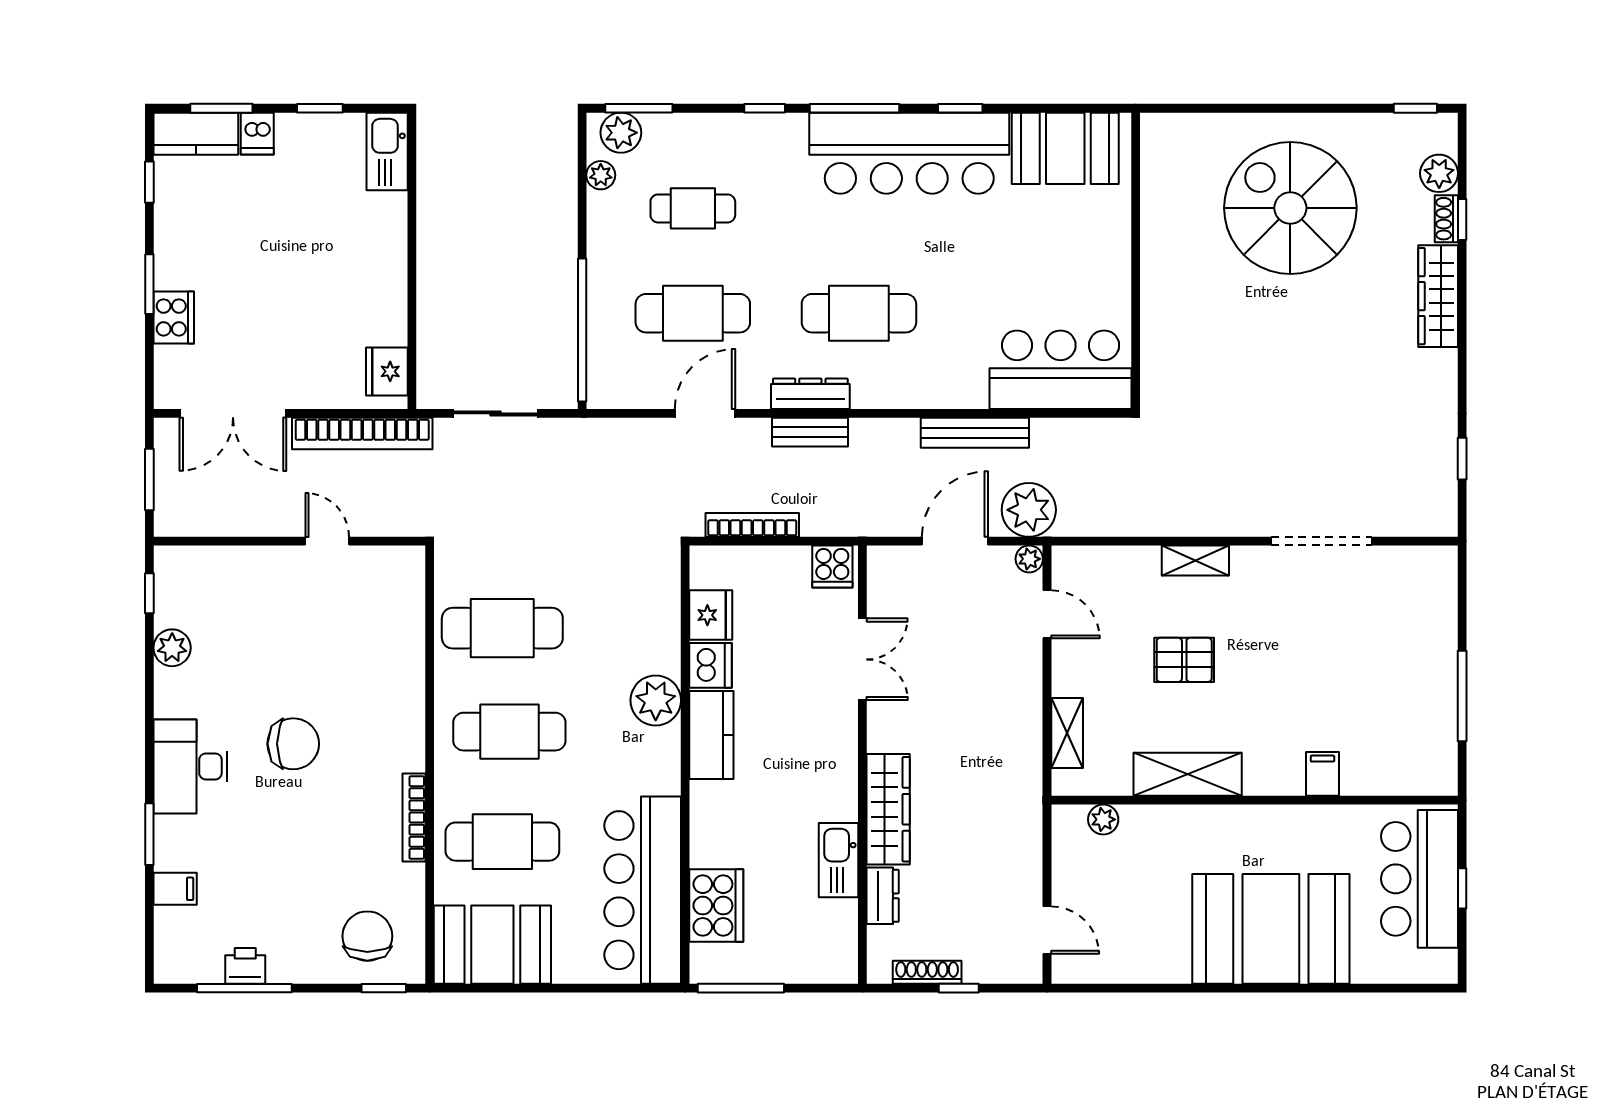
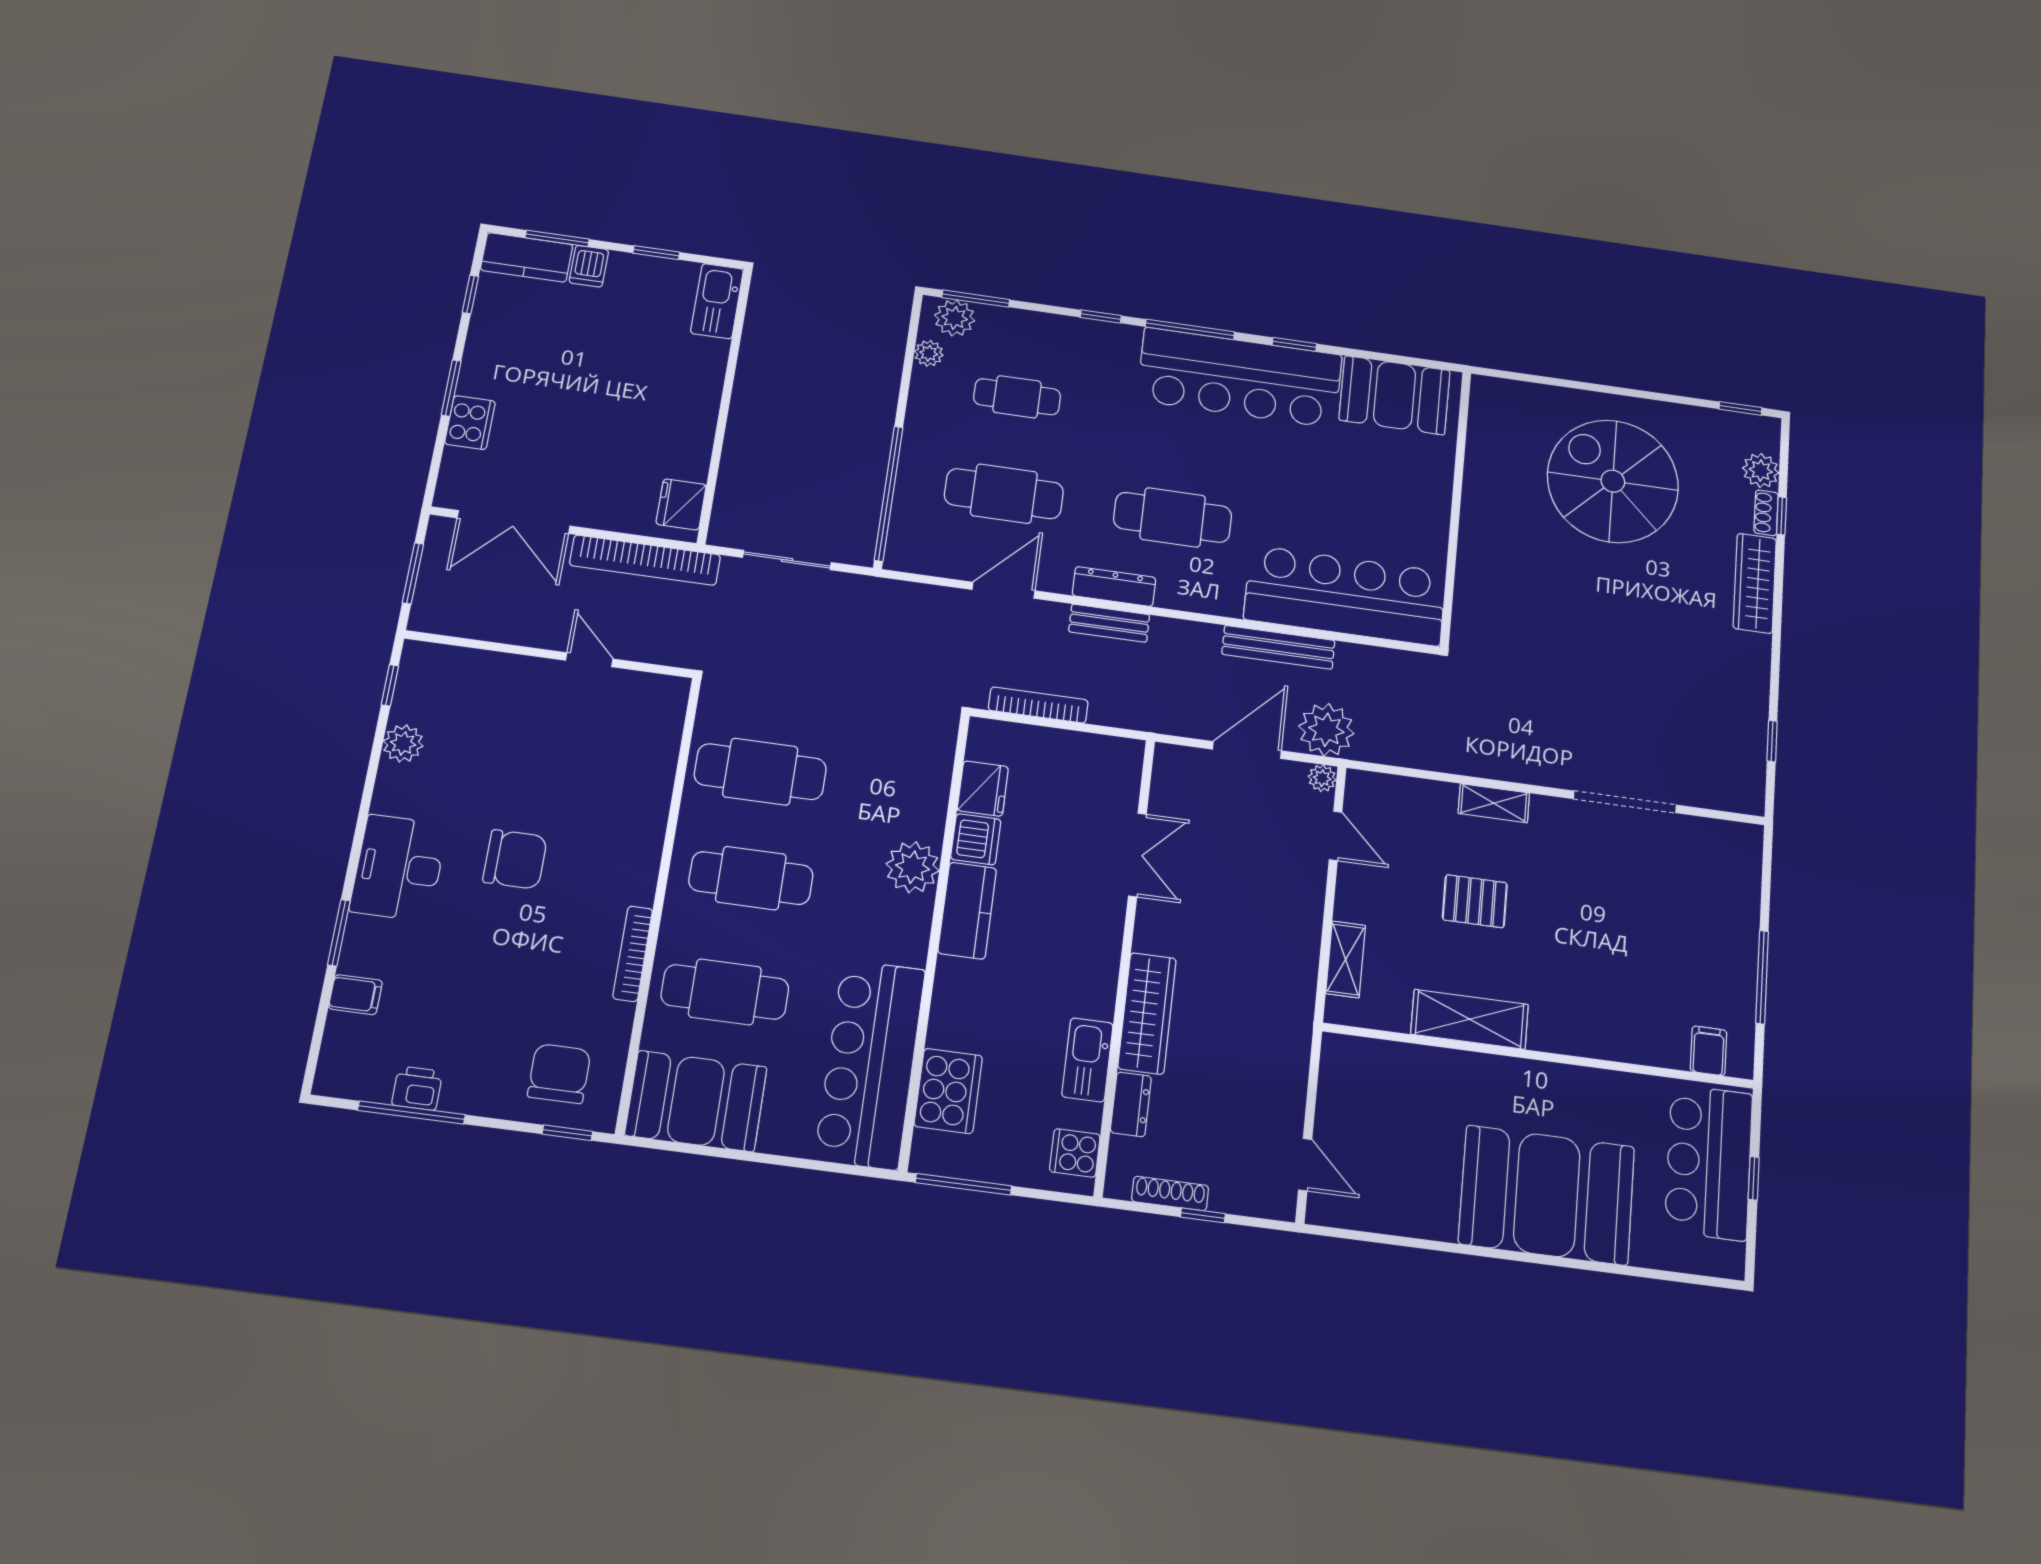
bar counter: (1061, 370) -> (1345, 596), width x1.36
cooker: (832, 566) -> (1075, 1153), moved, turned 90
filing cabinet: (1322, 774) -> (1709, 1051), moved
plant: (1103, 819) -> (1376, 1055), removed

